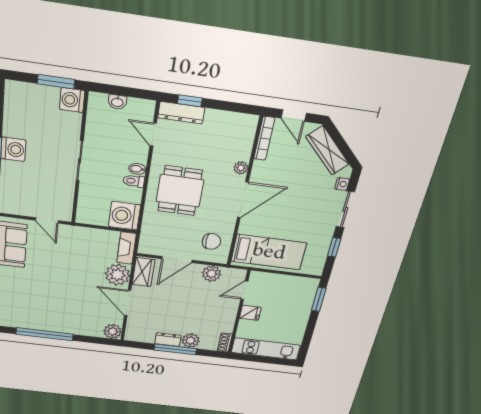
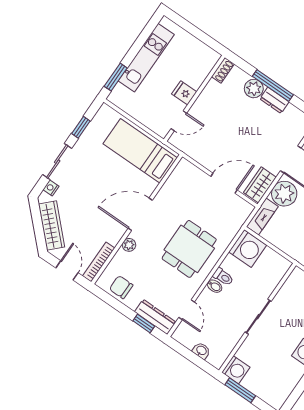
chair: (211, 241) -> (121, 287), moved
plant: (212, 274) -> (200, 153), removed
kitchen unit: (266, 349) -> (146, 58), moved, turned -90

